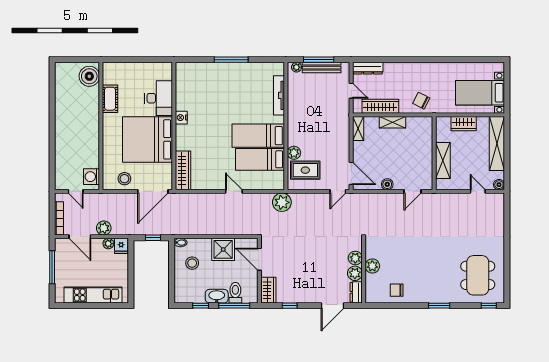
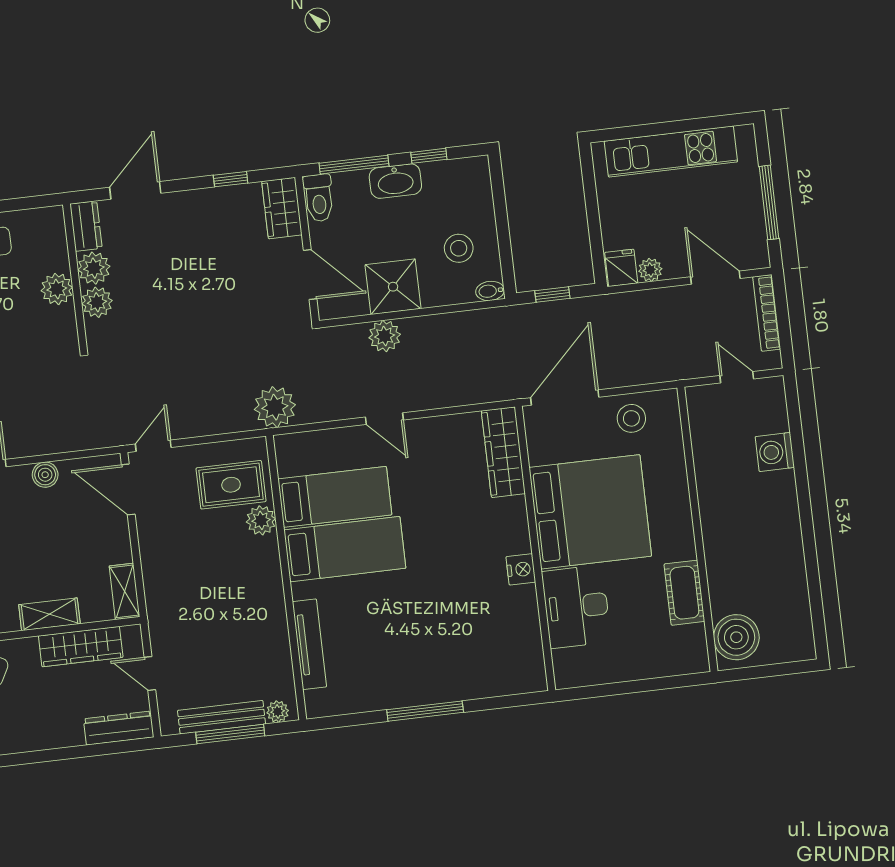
washing machine: (92, 177) -> (775, 452), moved, turned 180
plant: (104, 228) -> (385, 336), moved
toilet: (235, 293) -> (319, 198), moved

